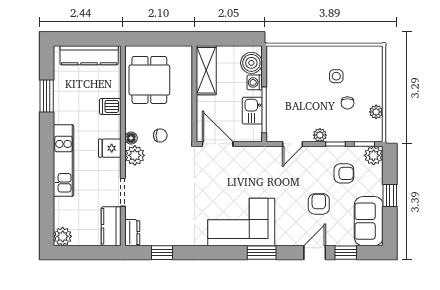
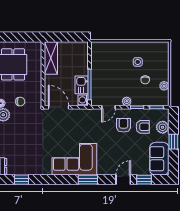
boiler: (251, 63) -> (81, 53), removed
washing machine: (255, 82) -> (83, 100), moved
plant: (374, 155) -> (163, 127), moved
armchair: (319, 204) -> (123, 125), moved

